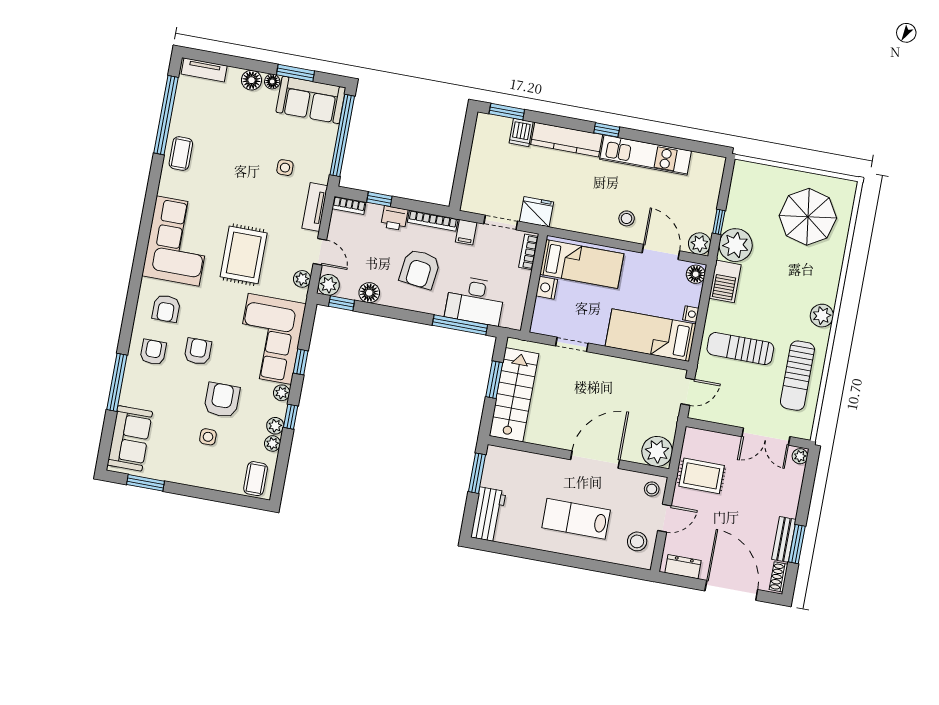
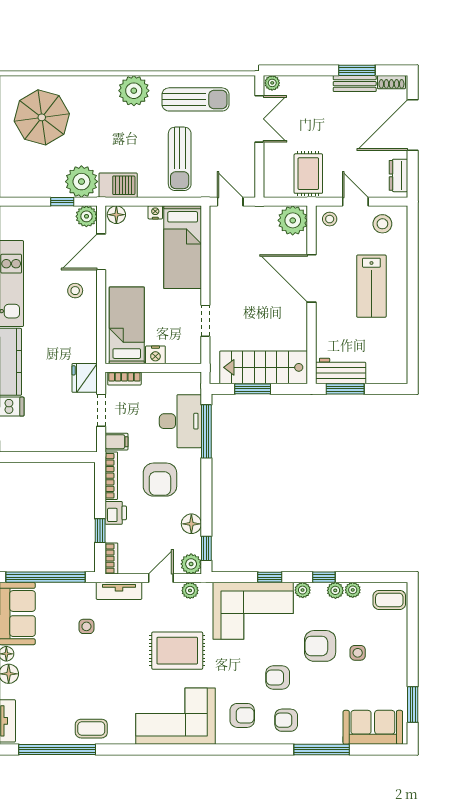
armchair: (420, 269) -> (160, 480), turned 83
plant: (822, 316) -> (134, 91), width x1.36, depth x1.36
workbench: (488, 514) -> (341, 371), moved

